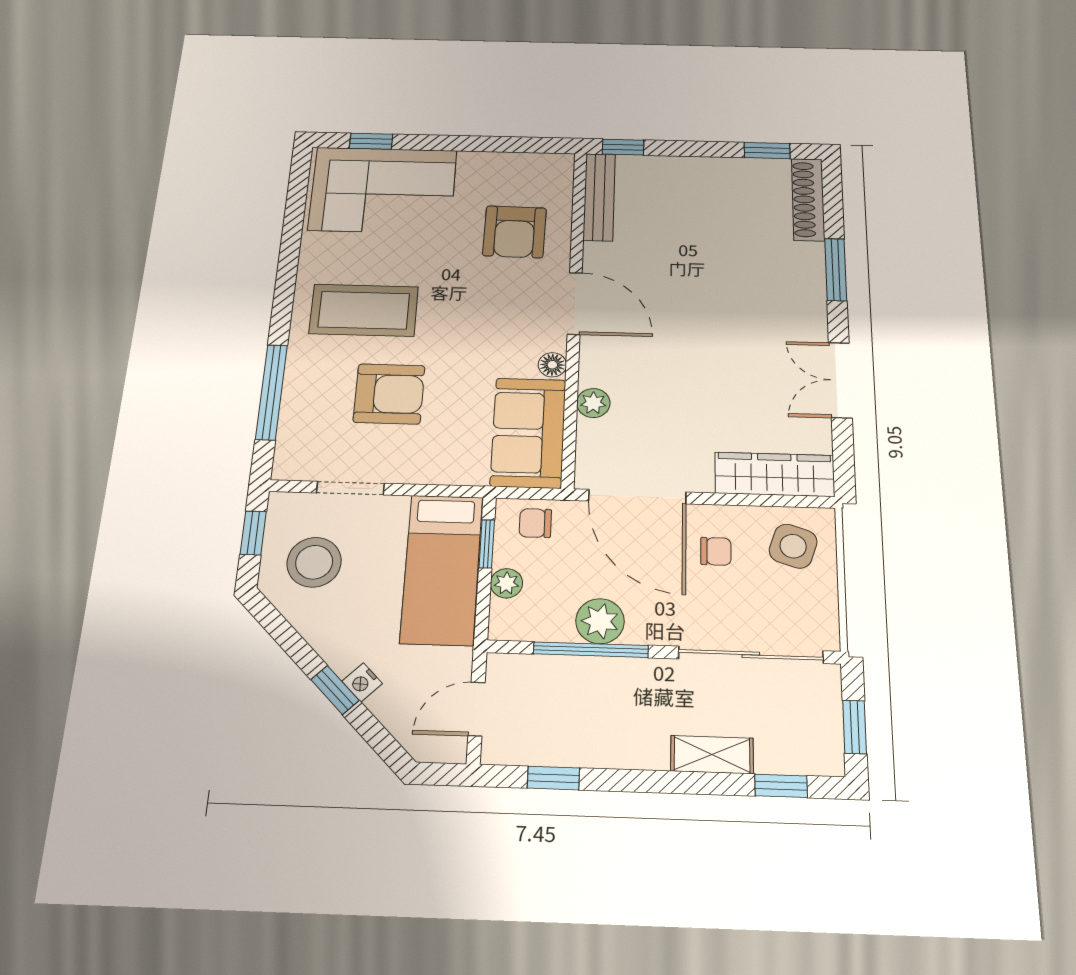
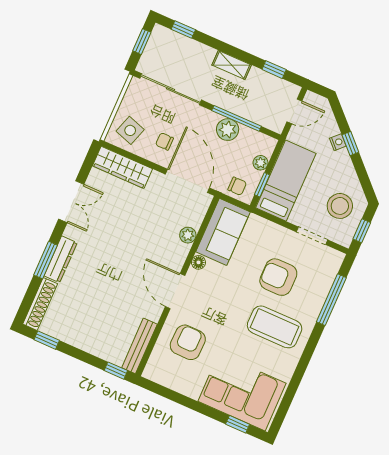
dresser: (809, 280) -> (61, 259), added
shelving: (712, 755) -> (232, 65), moved

